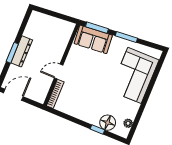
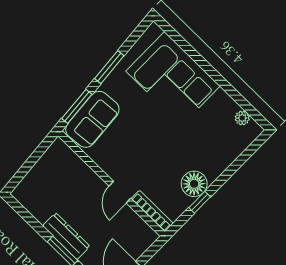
floor lamp: (108, 123) -> (194, 184), moved
window: (97, 129) -> (200, 202), moved

